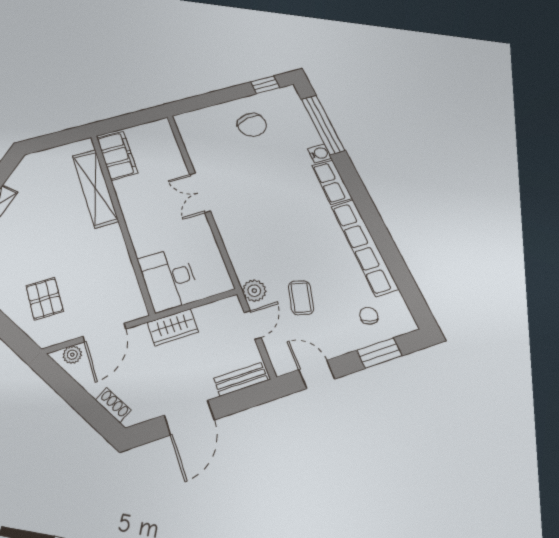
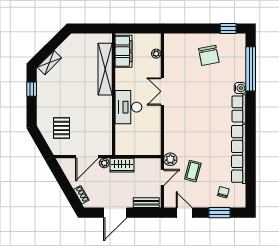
plant: (170, 144) -> (156, 54), added
desk: (169, 279) -> (128, 107), moved
plant: (72, 355) -> (104, 163), moved

